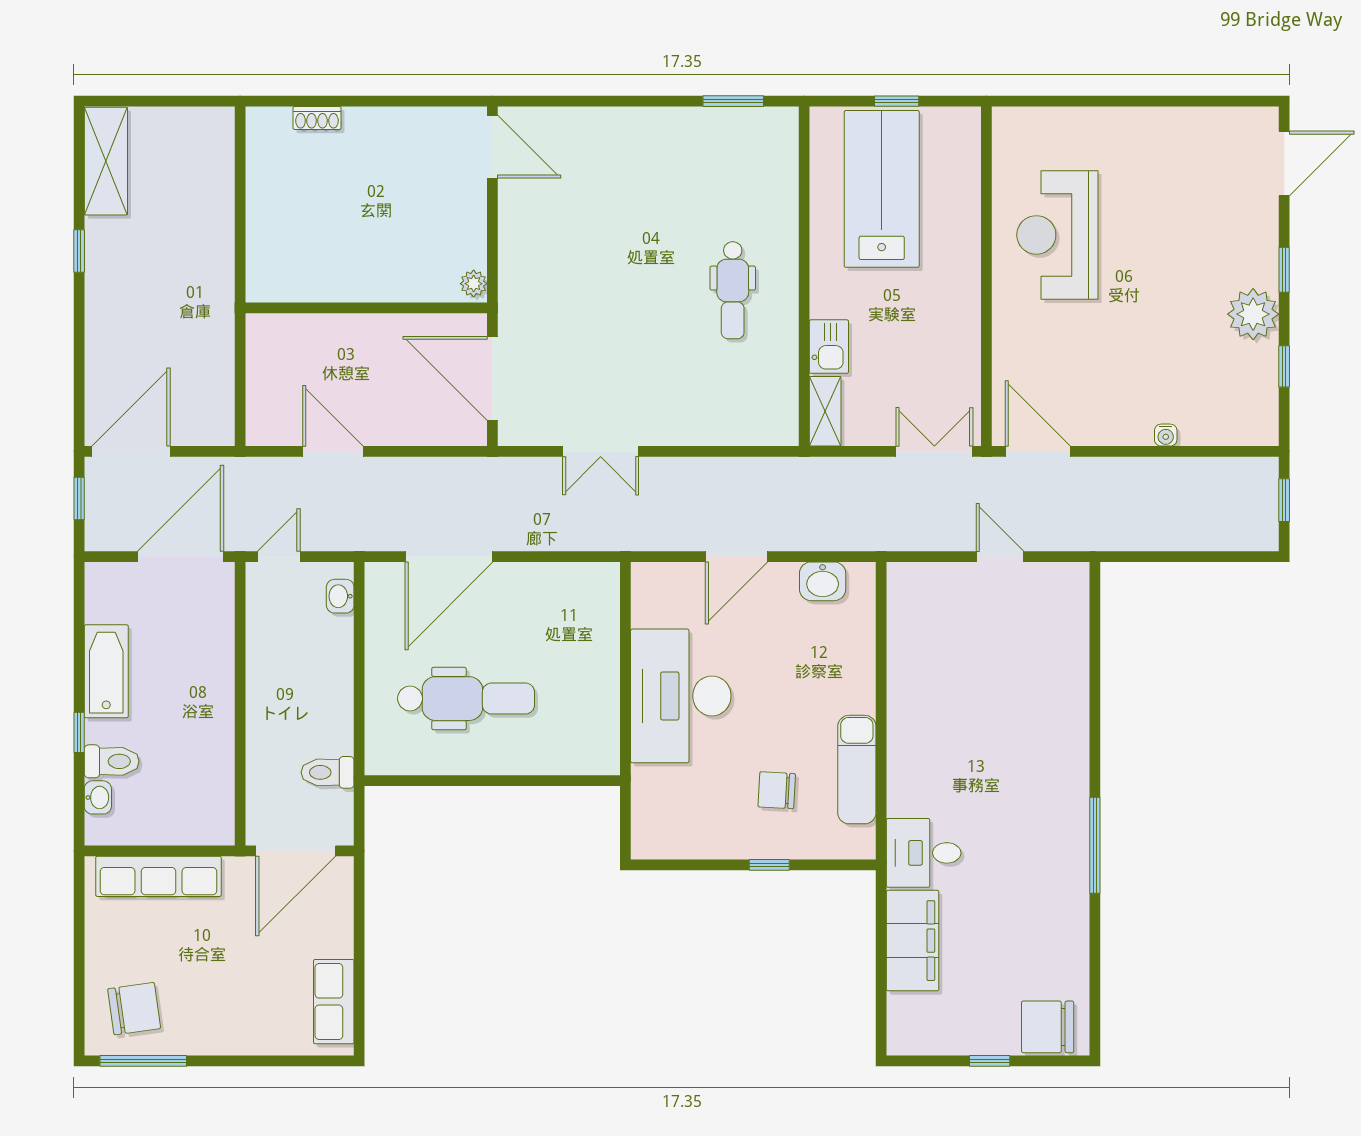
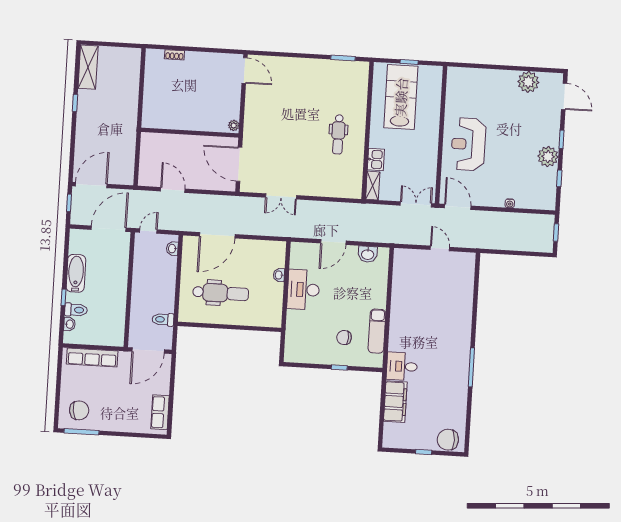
plant: (1194, 133) -> (528, 82), added
door: (1284, 163) -> (564, 96), hinge flipped
reception desk: (1057, 235) -> (468, 144), moved
washbasin: (607, 646) -> (279, 275), added
desk: (681, 696) -> (303, 290), width x0.73, depth x0.77

